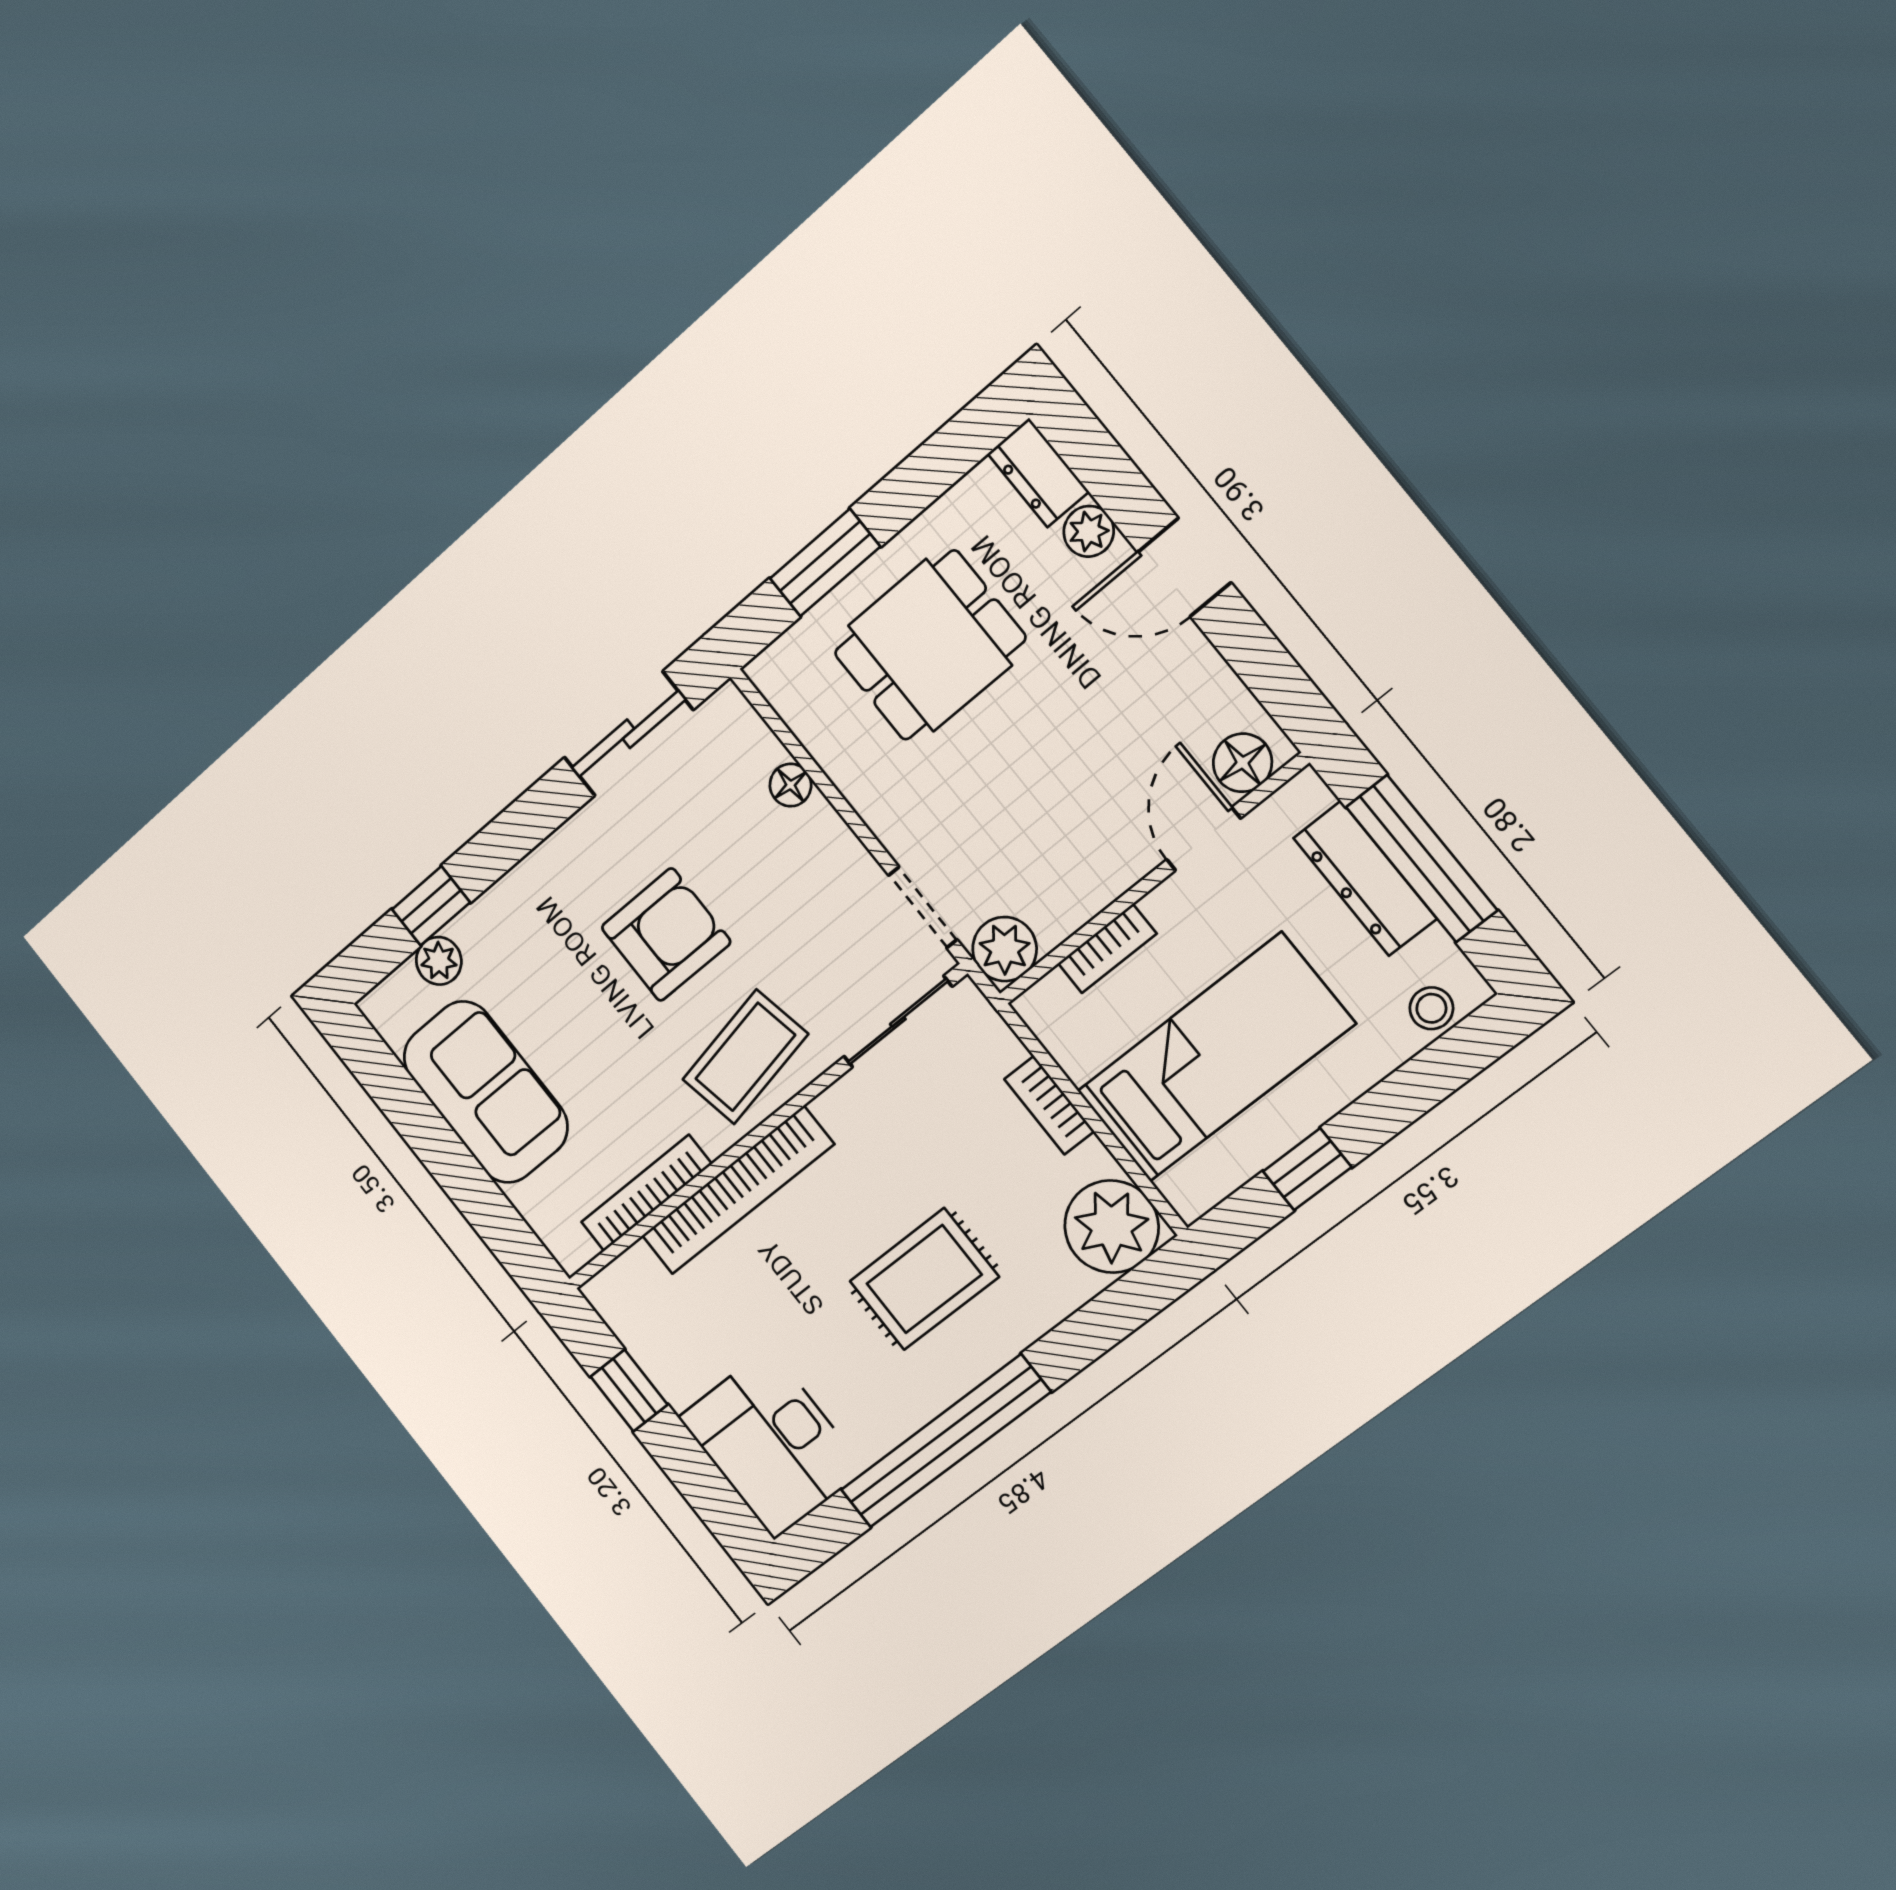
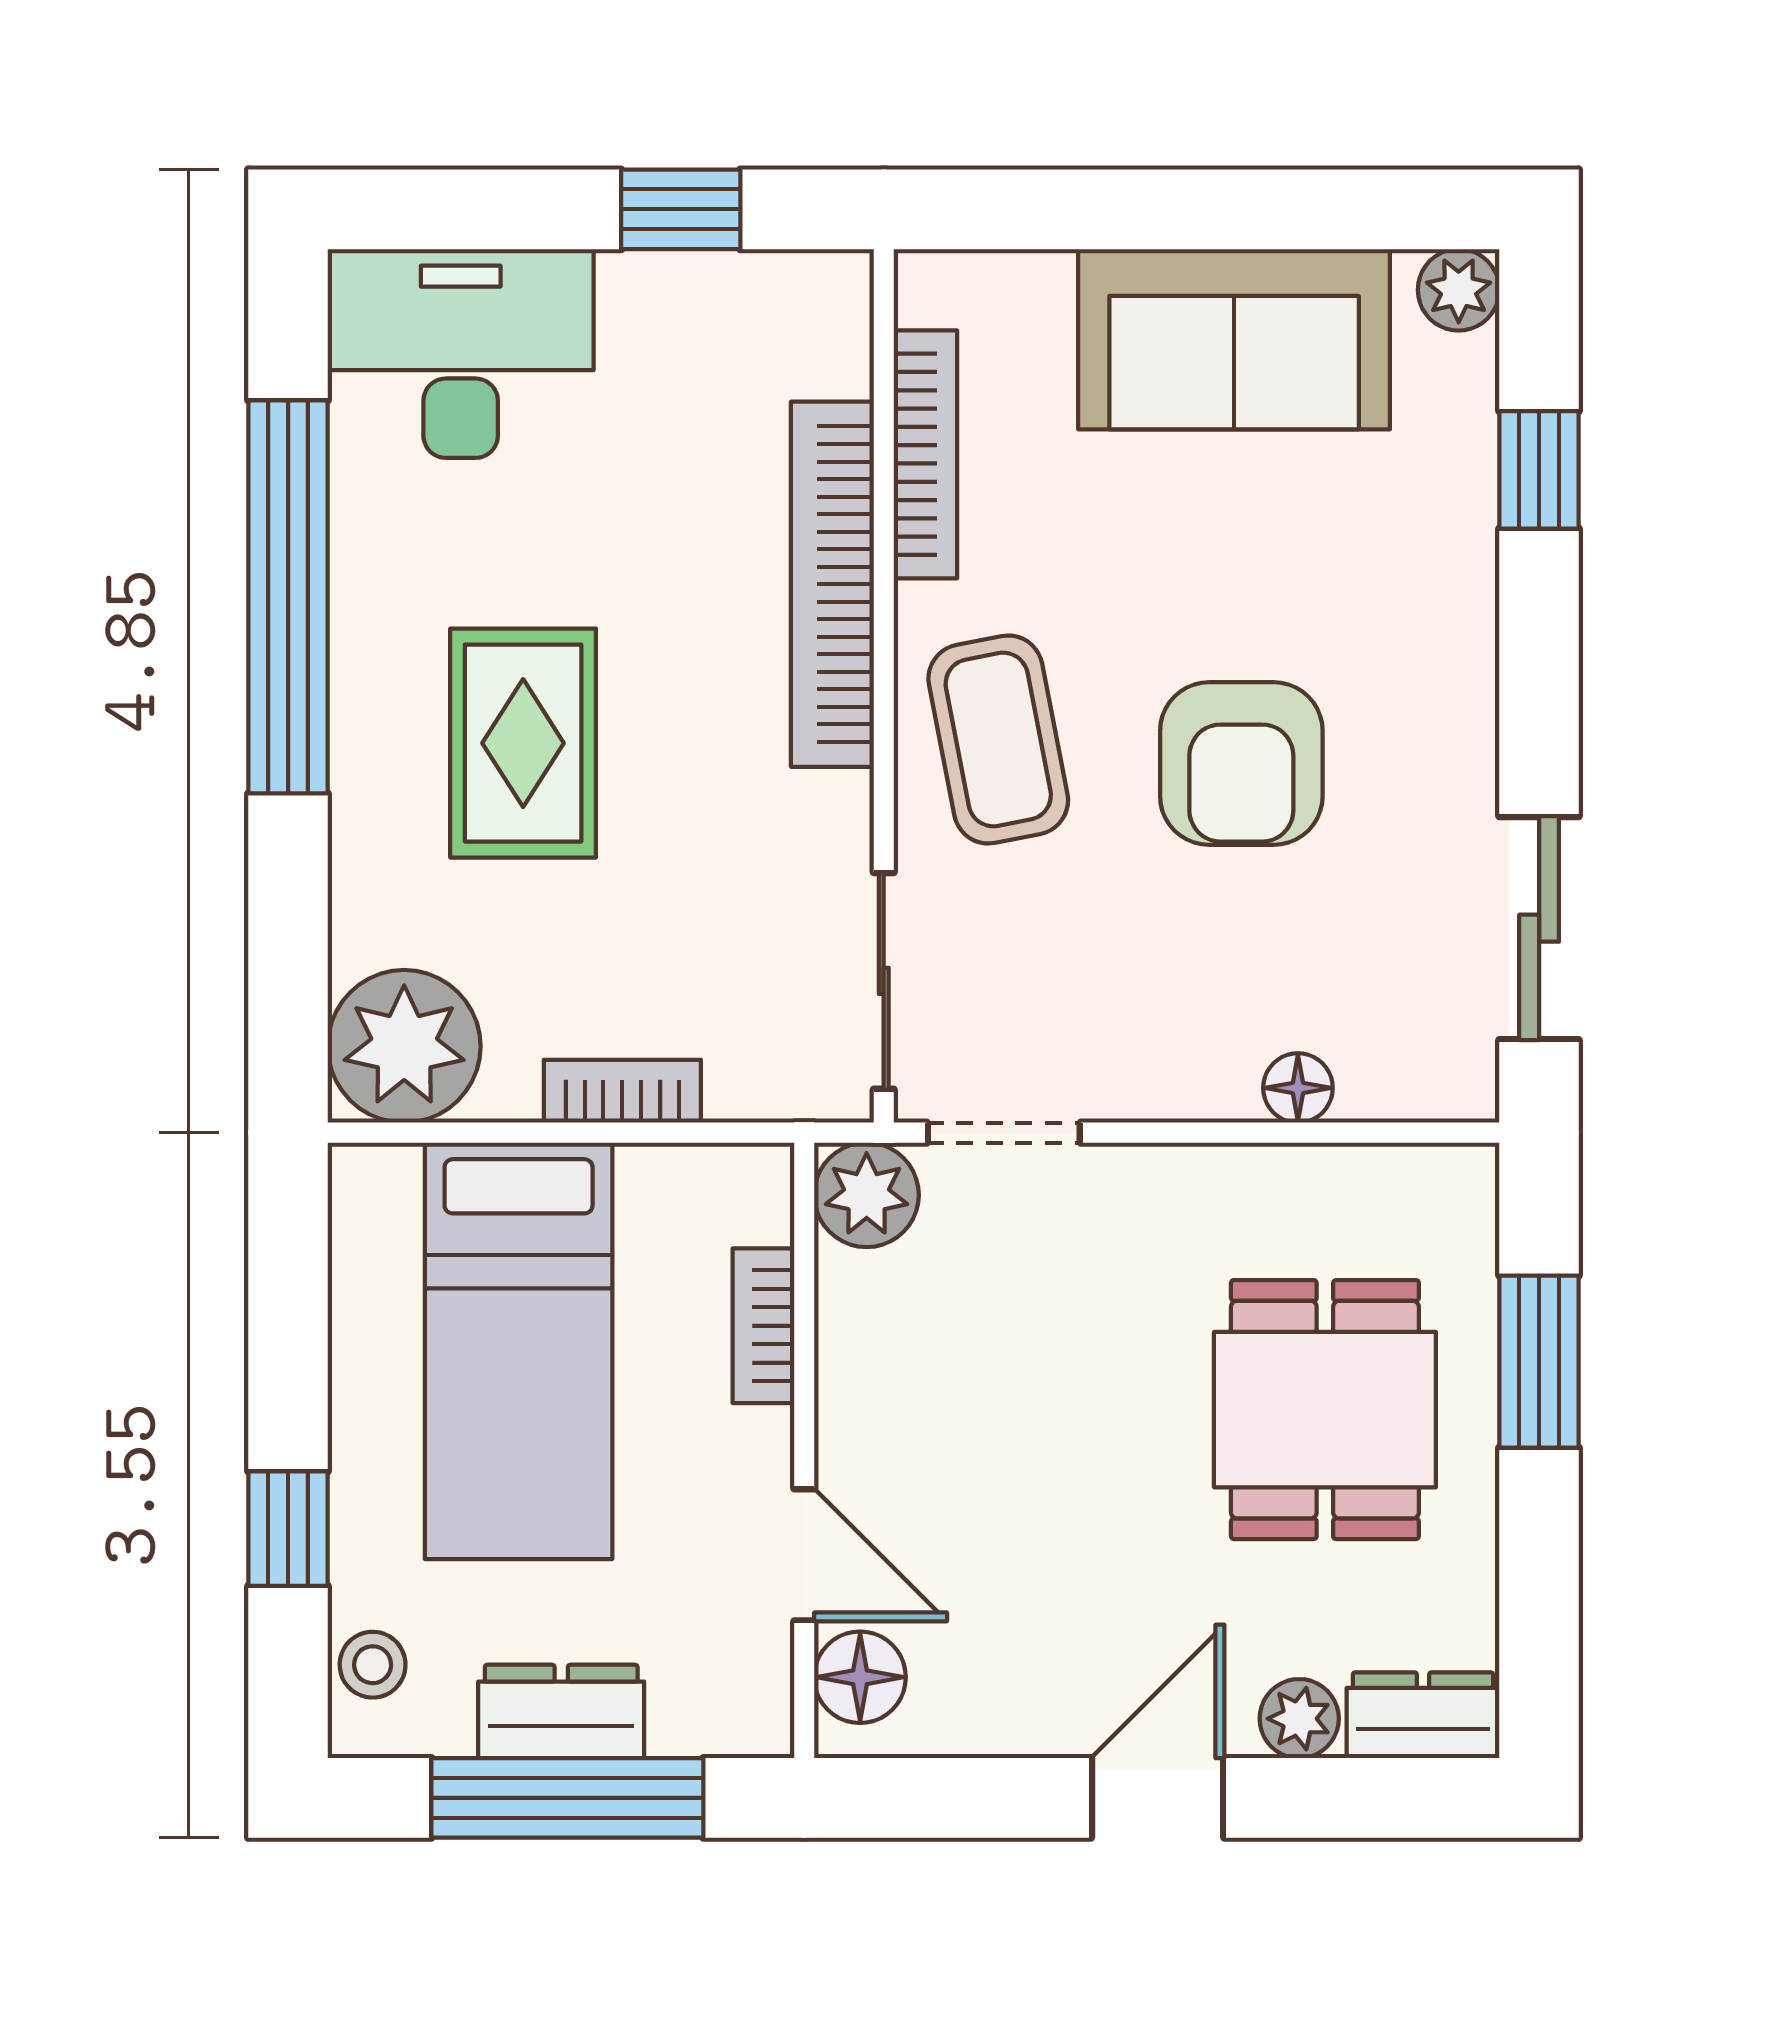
dresser: (1365, 878) -> (561, 1711), width x0.70
plant: (439, 961) -> (1459, 290), moved
window: (1307, 1169) -> (288, 1529), moved

